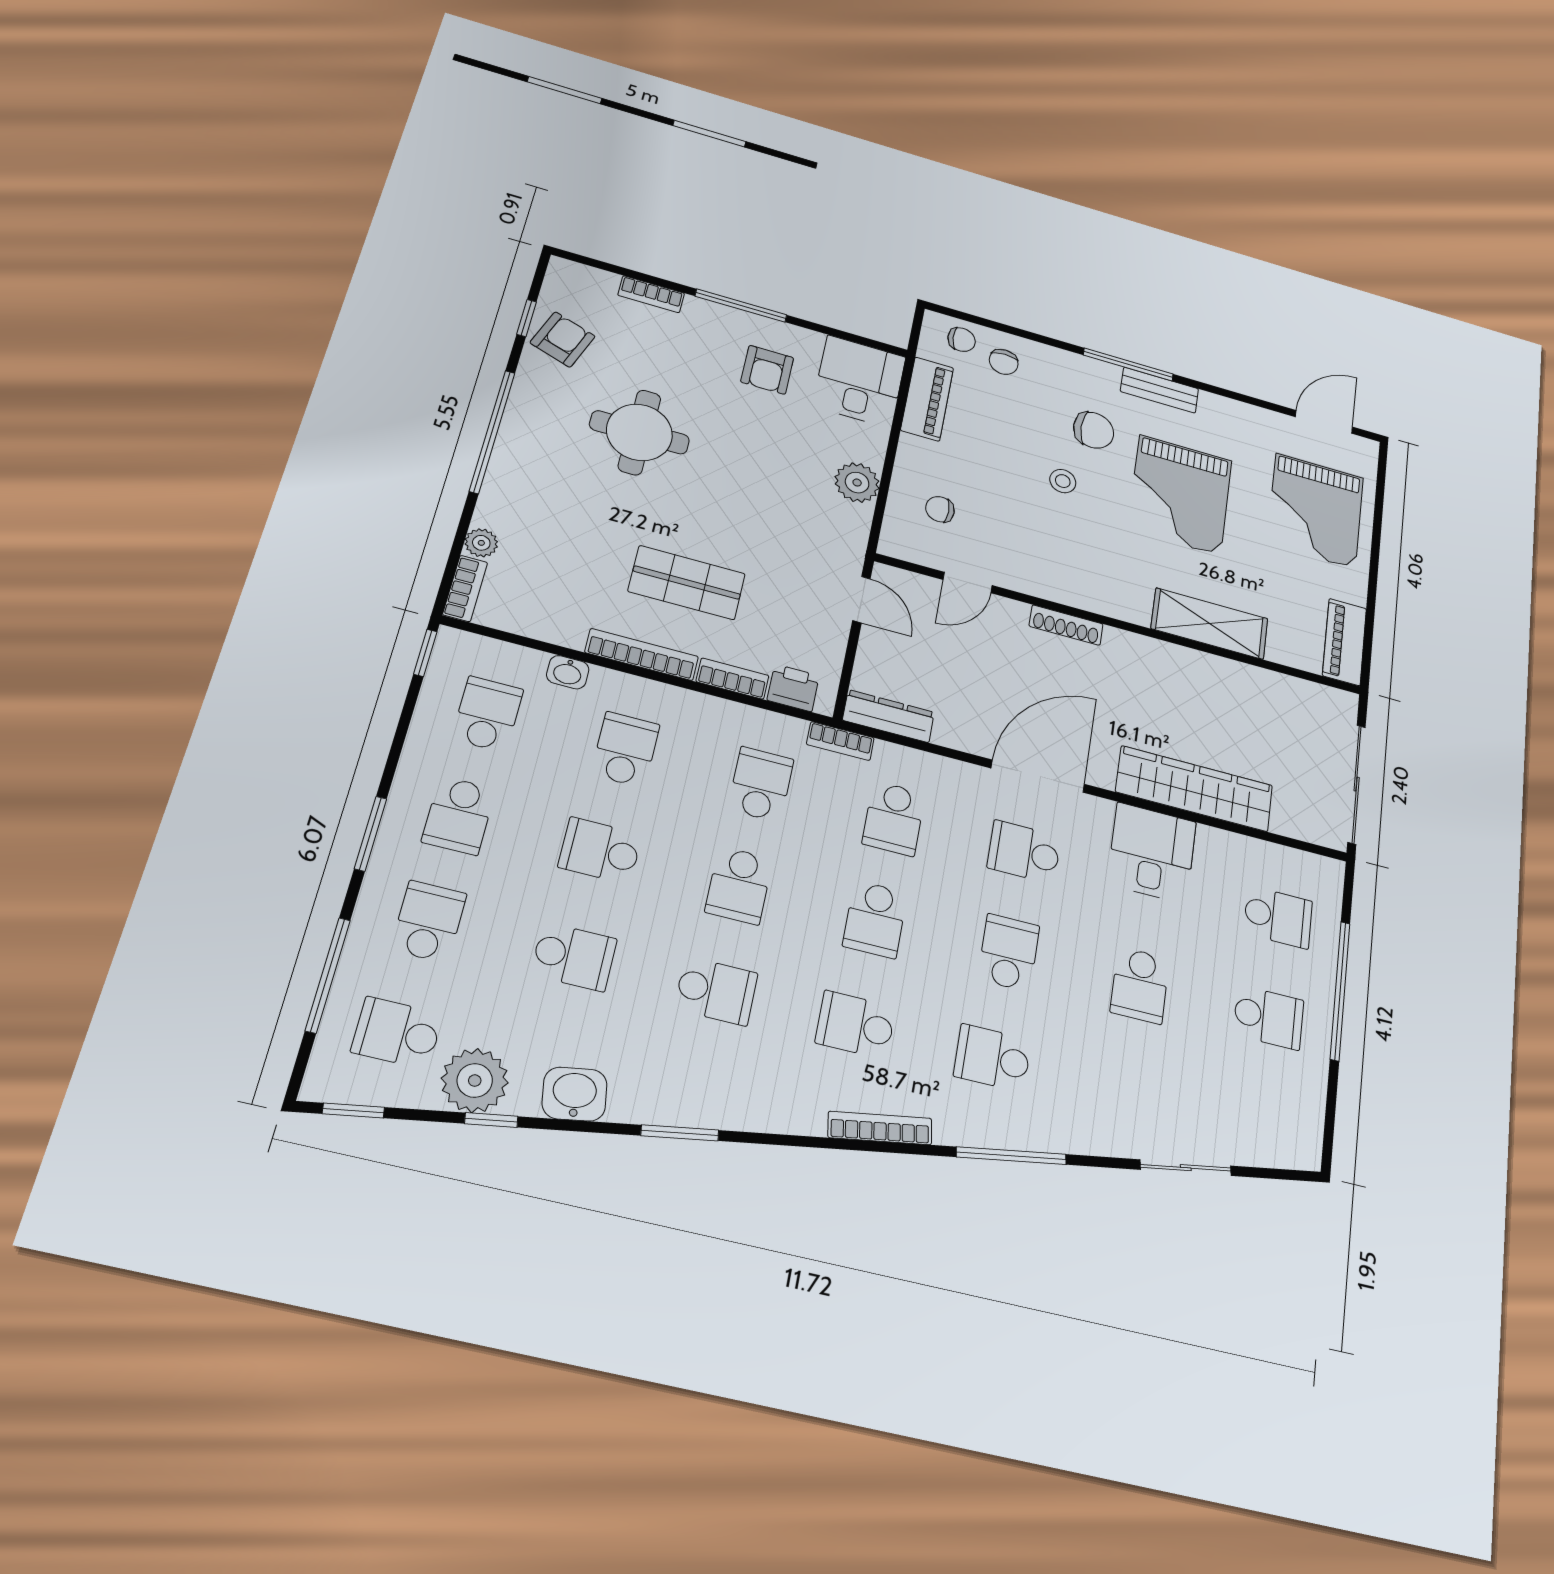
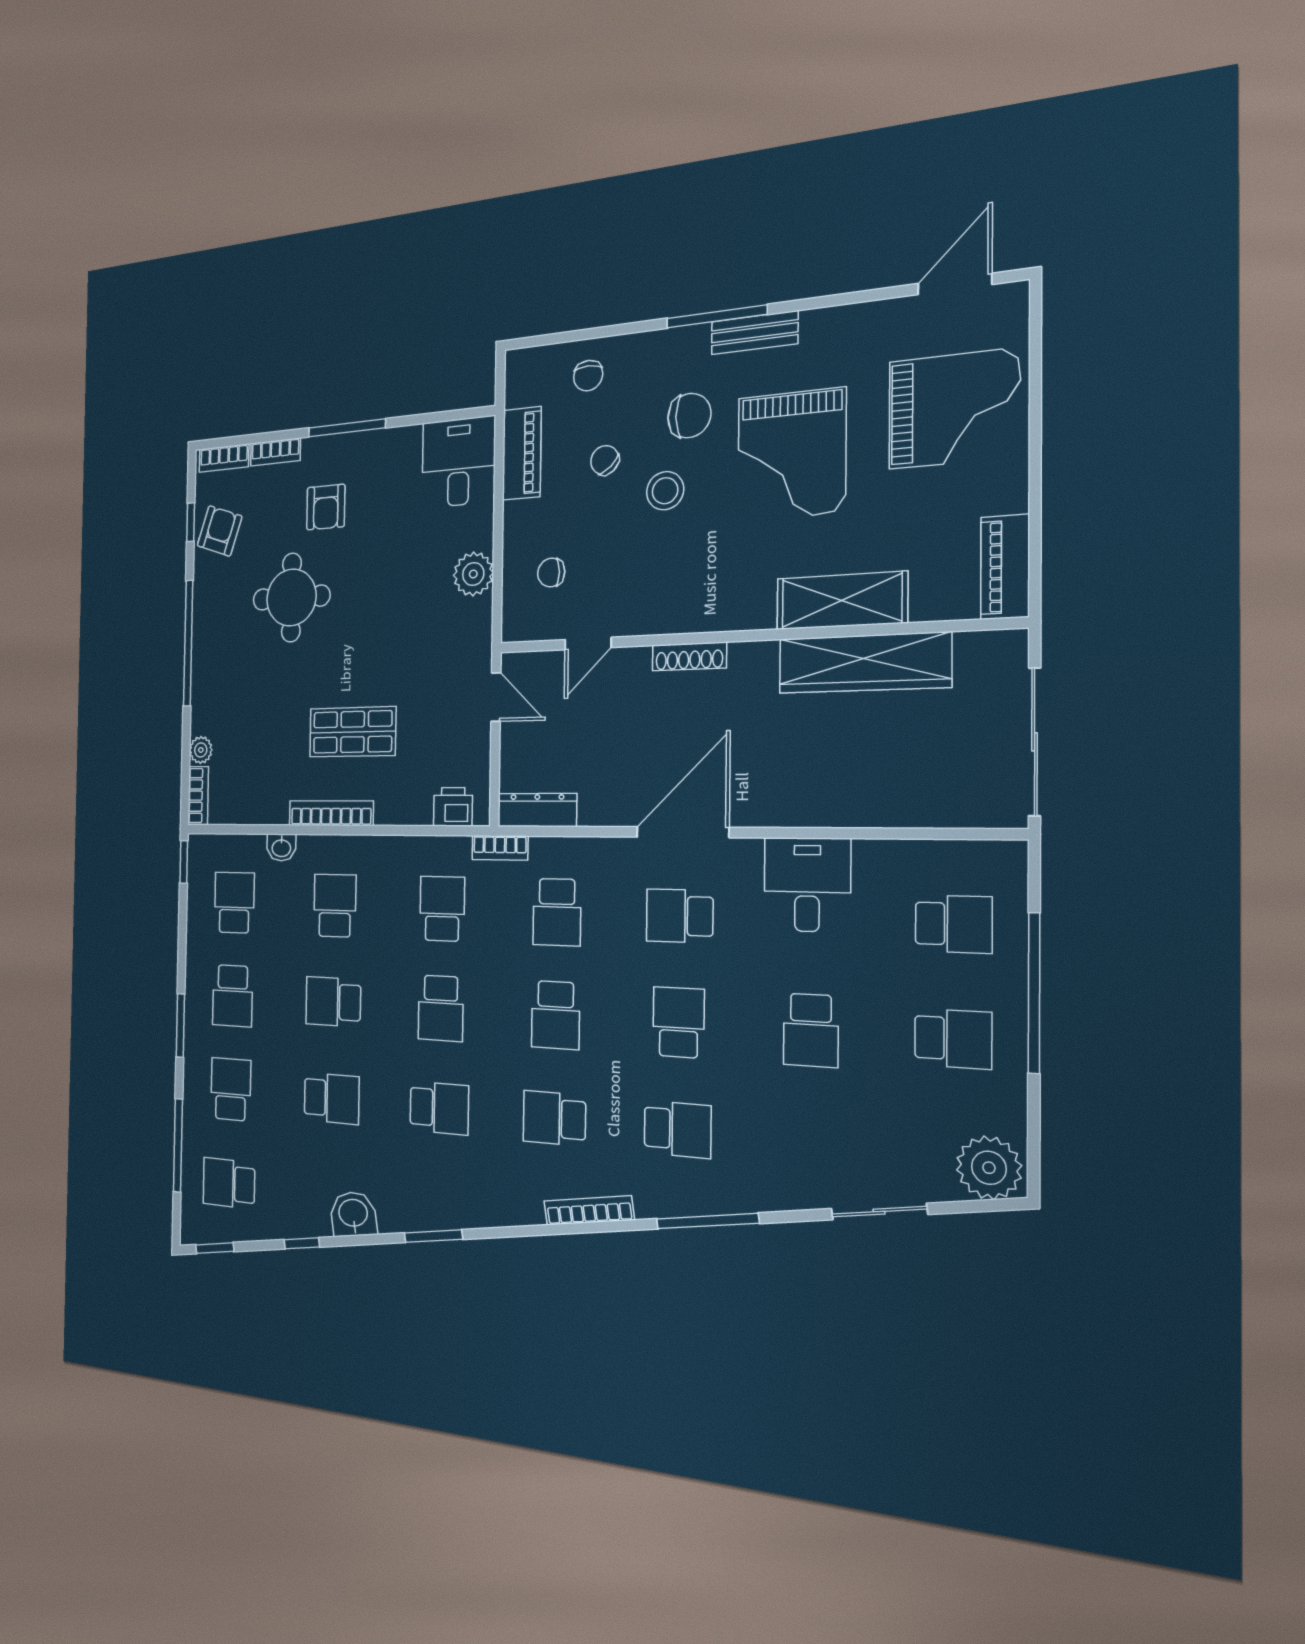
chair: (962, 340) -> (605, 460), moved, turned -128
armchair: (767, 370) -> (326, 507), moved
stool: (1063, 481) -> (665, 491), width x1.37, depth x1.37
grand piano: (1315, 511) -> (954, 409), turned -90
bookcase: (732, 679) -> (224, 458), moved, turned 180
wardrobe: (1194, 789) -> (864, 663), moved, turned 180
school desk: (992, 1058) -> (678, 1129), turned 180
plant: (475, 1081) -> (989, 1168), moved

